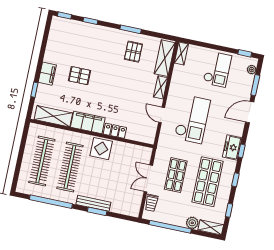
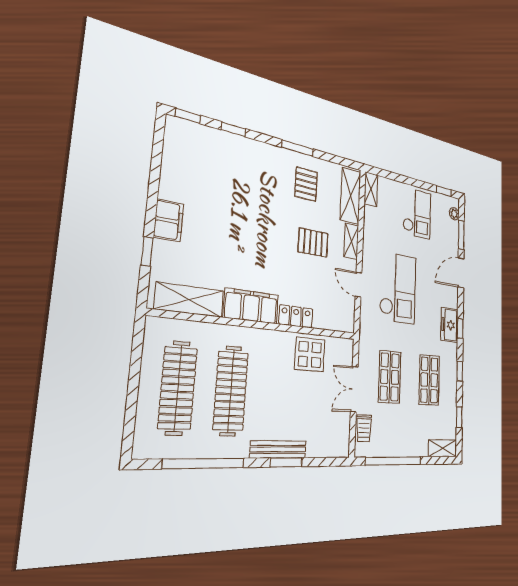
pallet: (80, 76) -> (313, 243), moved
display table: (101, 149) -> (310, 354), moved
shop shelf: (208, 182) -> (429, 380), width x0.70, depth x0.74
plant: (192, 223) -> (420, 447), removed

